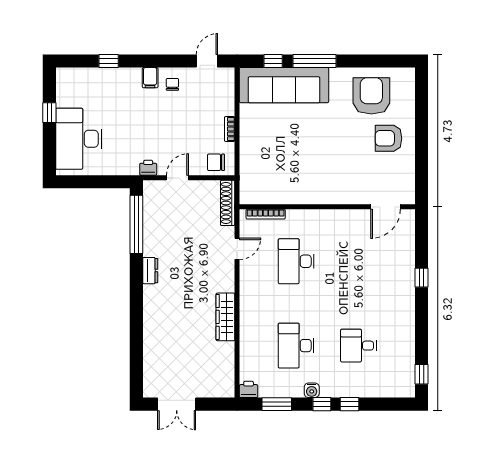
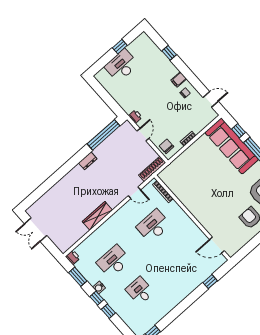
desk: (79, 139) -> (122, 66), width x0.73, depth x0.77
door: (177, 178) -> (143, 135), hinge flipped
window: (422, 278) -> (210, 282), moved

